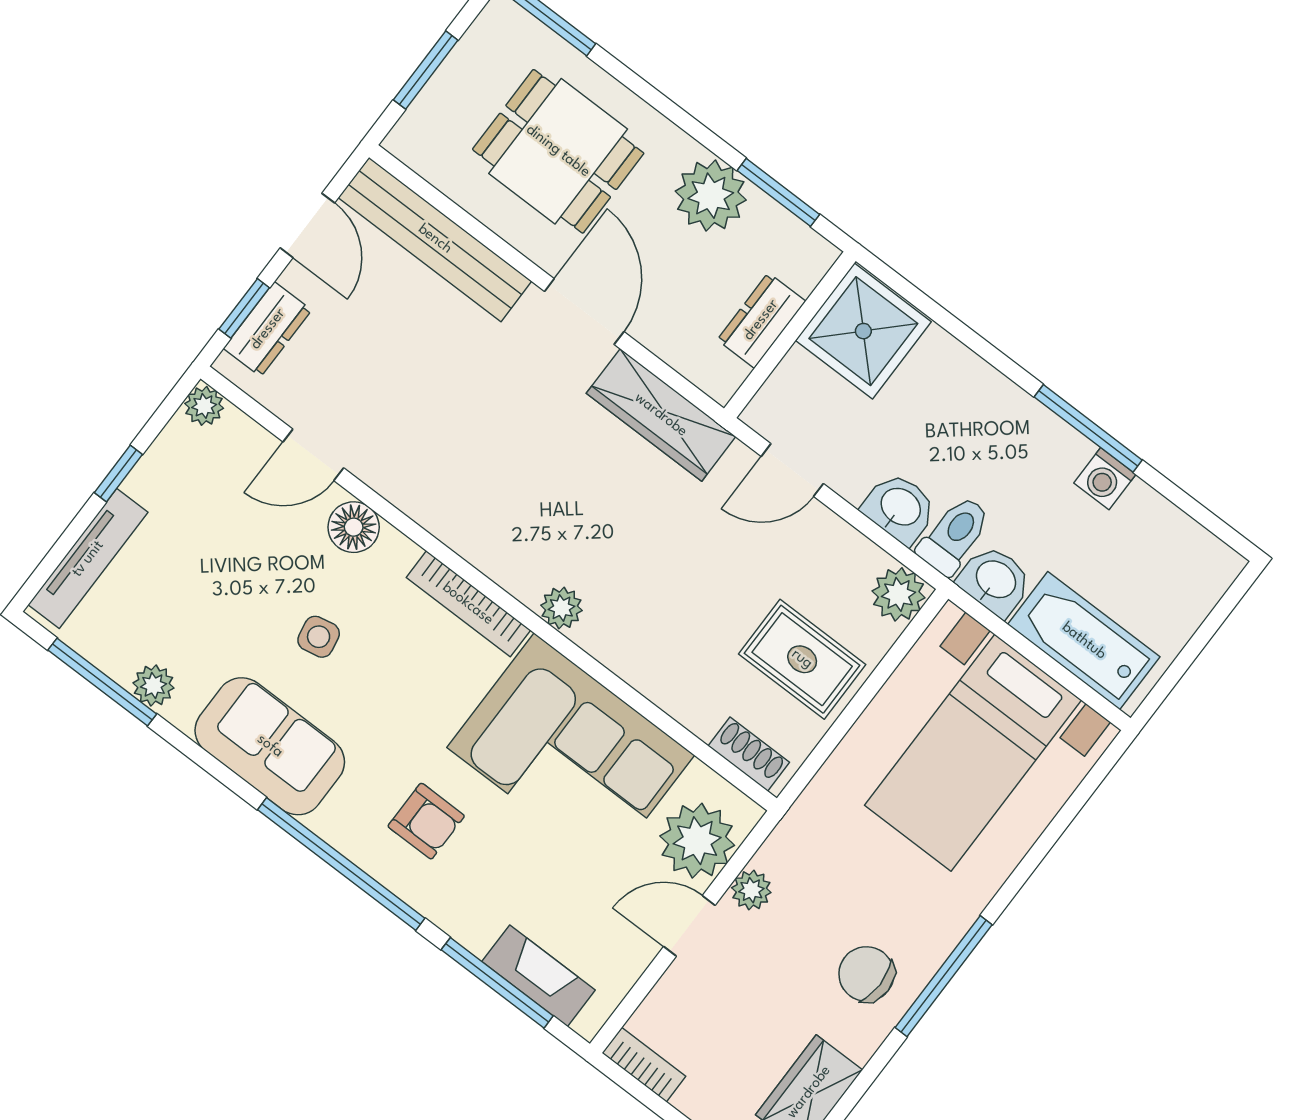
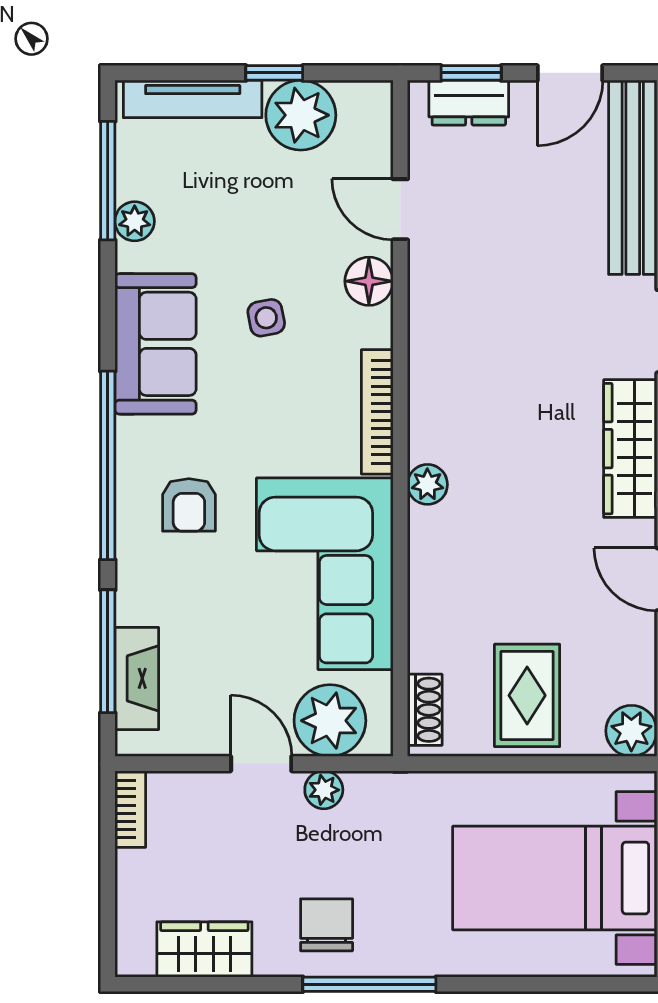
plant: (204, 406) -> (301, 115), moved, width x1.88, depth x1.88

